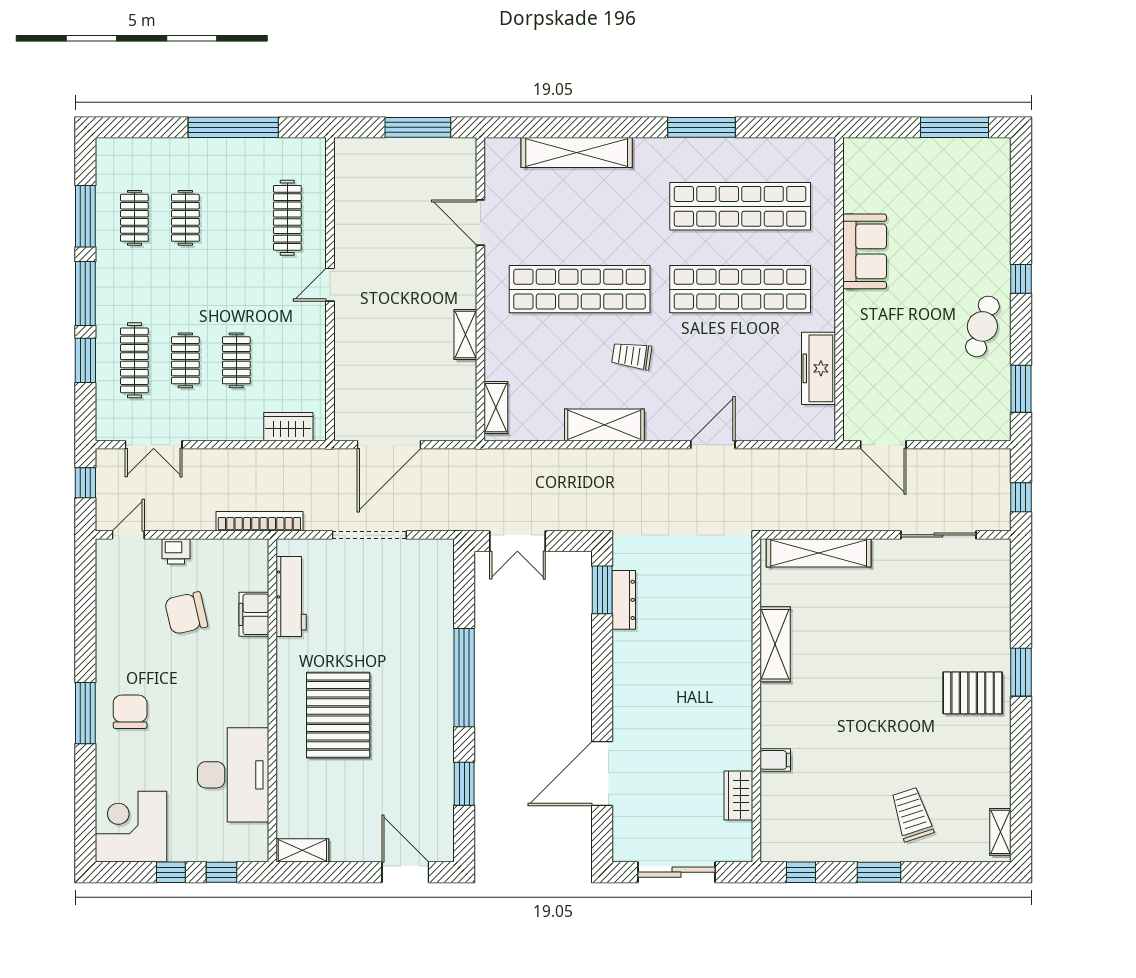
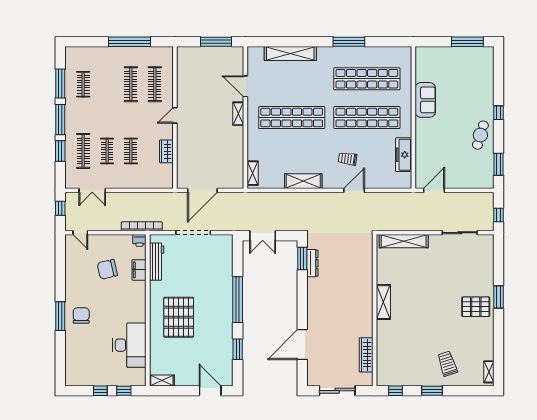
clothes rail: (185, 218) -> (131, 84), moved, width x1.36
shelving: (465, 334) -> (238, 114), moved
trolley: (632, 356) -> (348, 159), moved
wardrobe: (288, 427) -> (166, 151), moved, turned -90
door: (883, 445) -> (434, 190), swing flipped
door: (128, 535) -> (80, 233), swing flipped
printer: (176, 551) -> (139, 240), moved
shelving: (775, 644) -> (383, 302), moved
filing cabinet: (775, 760) -> (383, 338), removed
wardrobe: (738, 796) -> (366, 355), width x1.50
corner desk: (131, 827) -> (82, 369), removed

